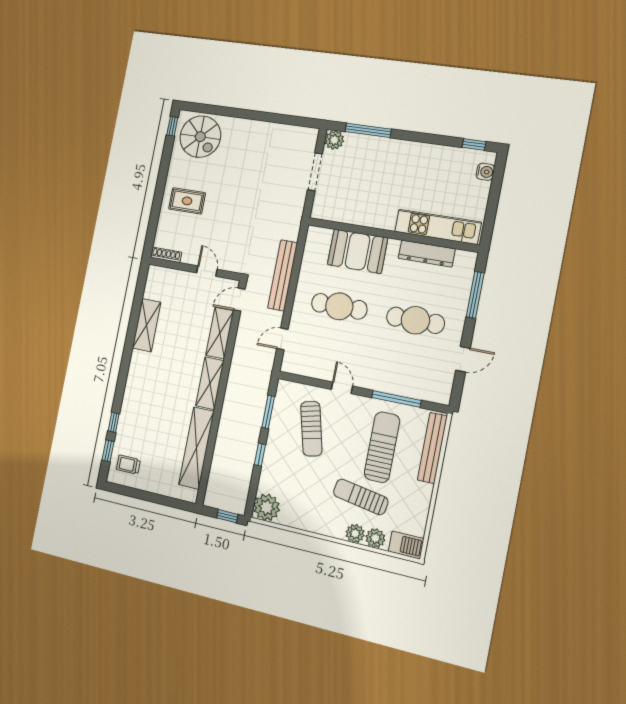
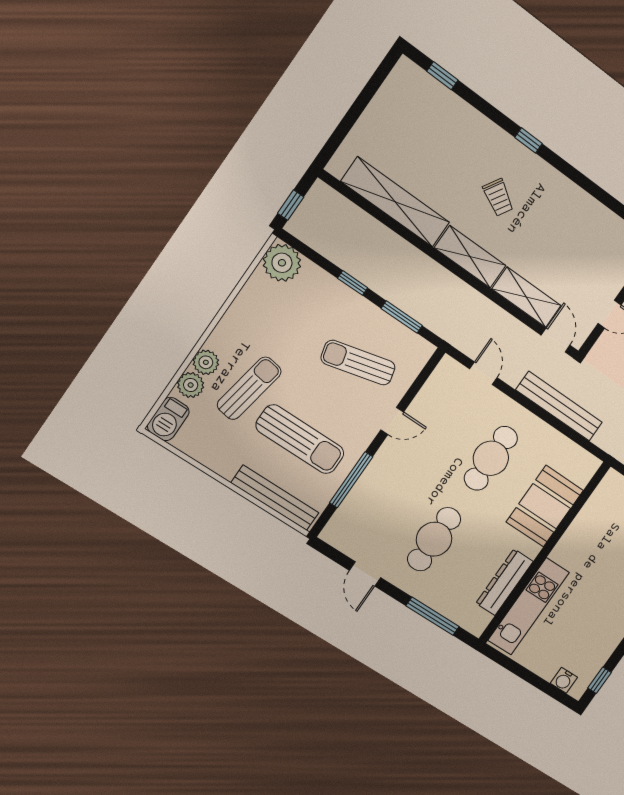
shelving: (147, 325) -> (580, 205), removed
window: (114, 422) -> (528, 140), moved
trolley: (128, 465) -> (498, 197), moved, turned 121

